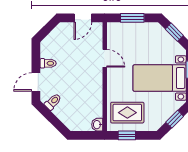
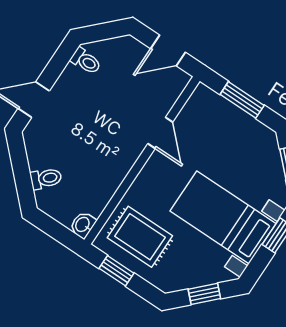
toilet: (48, 63) -> (86, 61), moved
toilet: (53, 102) -> (46, 179), moved

